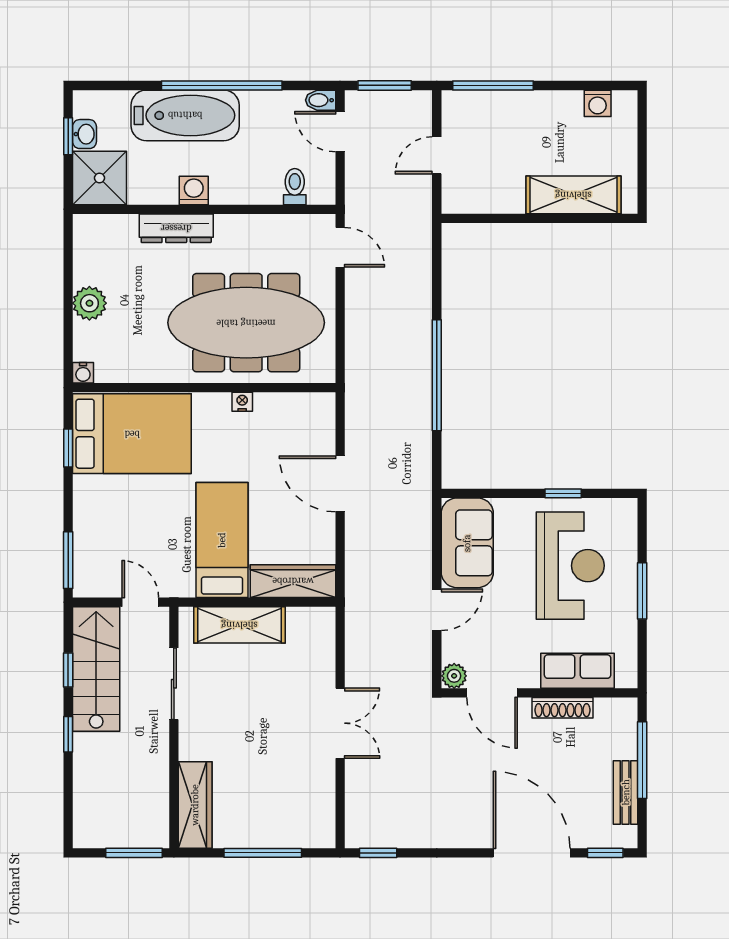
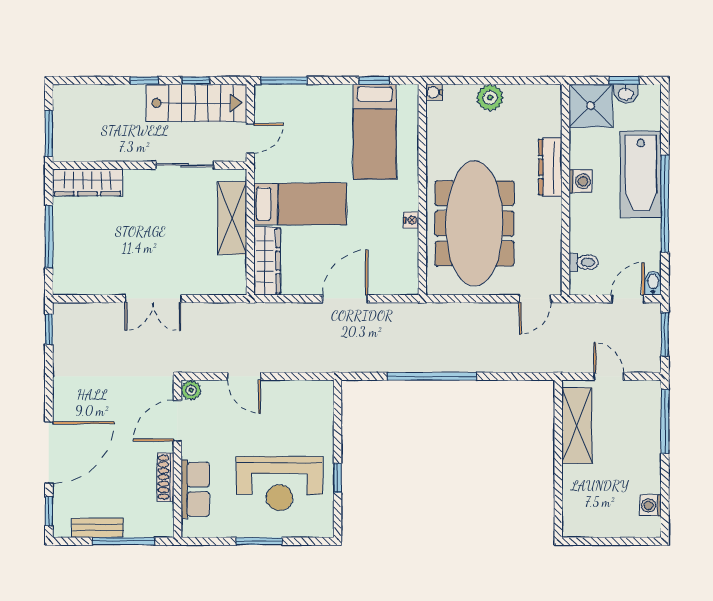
shelving: (573, 195) -> (577, 425), moved
bed: (132, 434) -> (375, 132), width x0.67
sofa: (467, 543) -> (298, 401), removed

